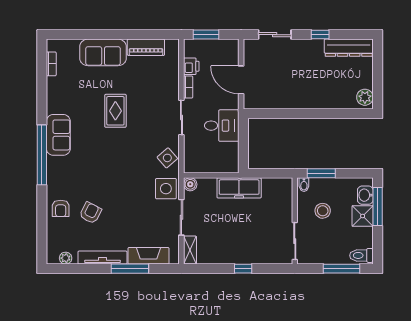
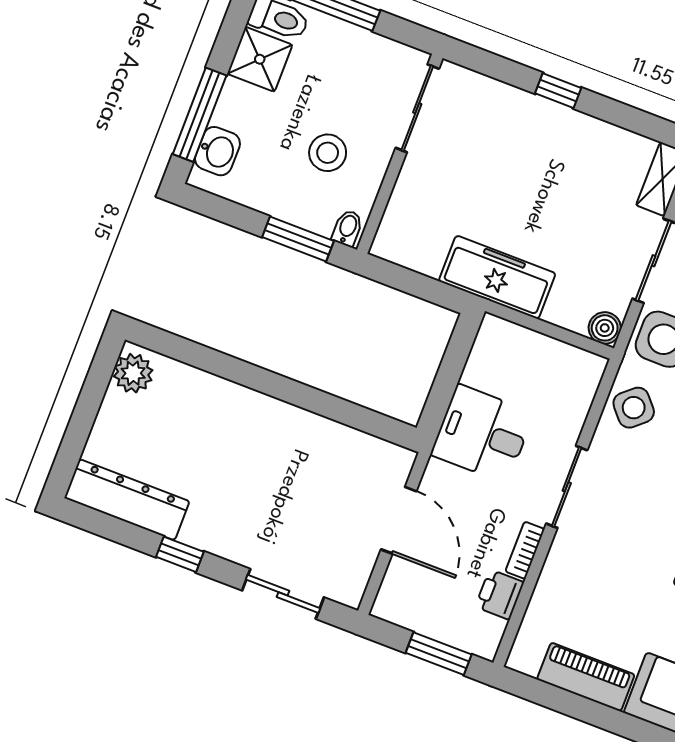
shower: (363, 216) -> (260, 59), moved

